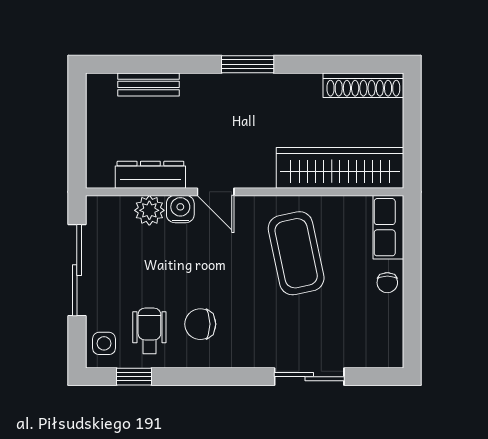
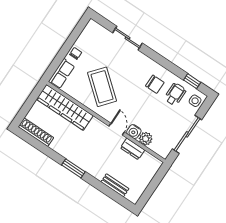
dresser: (150, 175) -> (133, 149), width x0.70
coffee table: (296, 253) -> (102, 87), turned -38
wheelchair: (149, 331) -> (175, 94), turned 180

